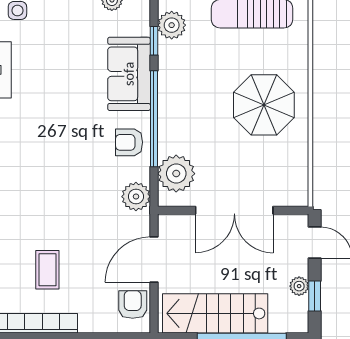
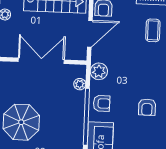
armchair: (52, 139) -> (147, 107), added
plant: (176, 174) -> (80, 84), width x0.53, depth x0.53

